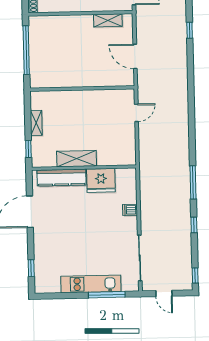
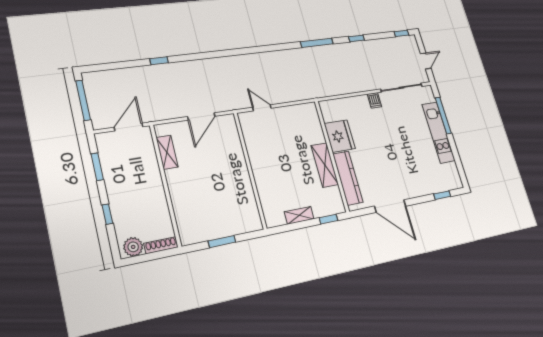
window: (26, 50) -> (222, 242), width x0.47
dishwasher: (130, 210) -> (374, 100), moved

